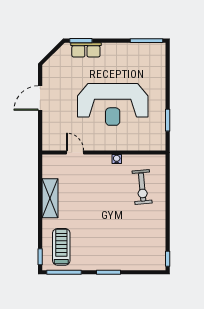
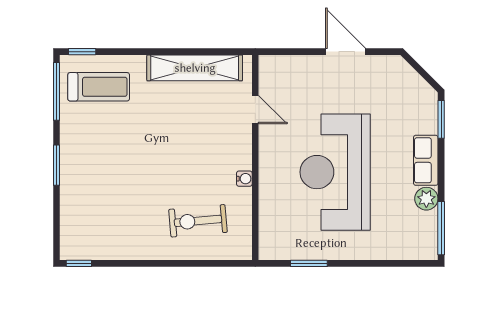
plant: (129, 49) -> (426, 199), added
row of seats: (86, 50) -> (426, 160), moved
door: (75, 153) -> (255, 110), hinge flipped
shelving: (50, 198) -> (195, 68), width x1.47

